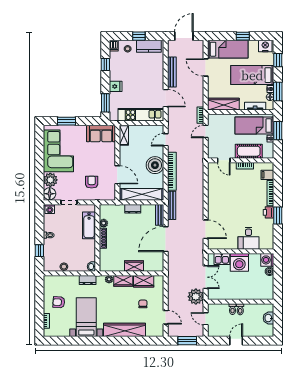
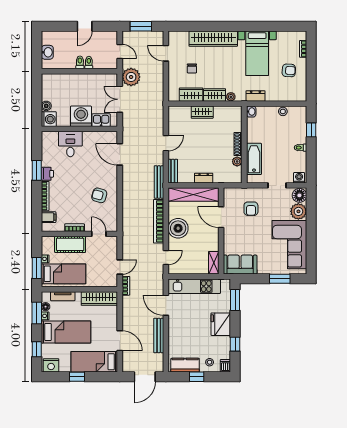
fridge: (116, 86) -> (221, 324), width x1.88, depth x1.34
armchair: (223, 194) -> (99, 195), added
door: (166, 239) -> (166, 143), width x0.53

